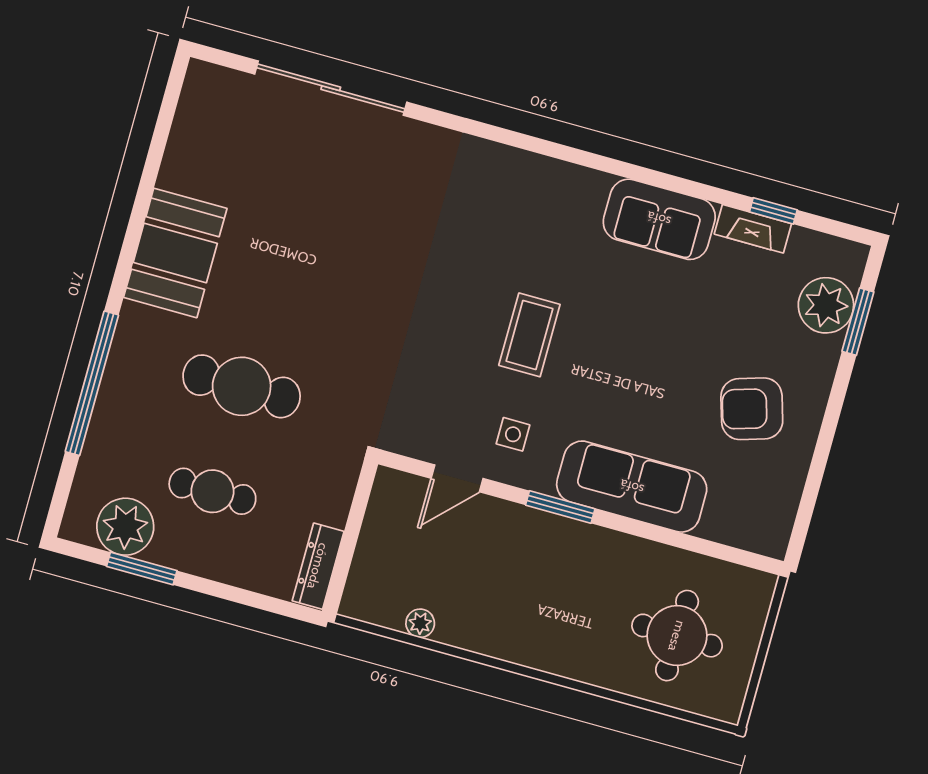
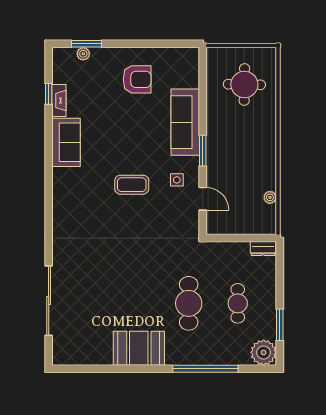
plant: (826, 305) -> (83, 54), width x0.53, depth x0.53
armchair: (752, 409) -> (137, 79), turned -73
plant: (125, 527) -> (264, 352), moved
dresser: (318, 566) -> (263, 249), width x0.70

